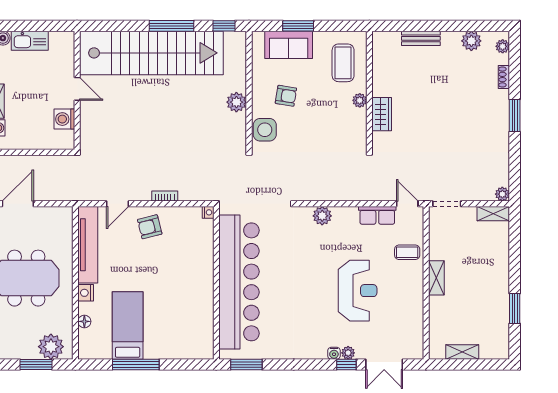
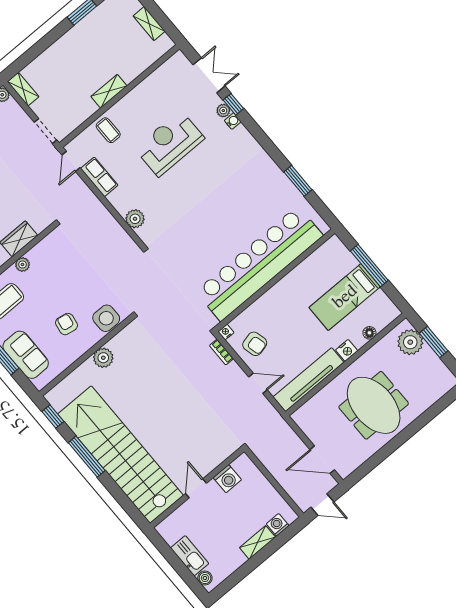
nightstand: (208, 212) -> (226, 332), moved
bar counter: (239, 282) -> (259, 264), moved
wall: (216, 283) -> (275, 280), moved

